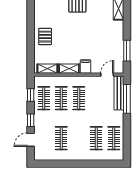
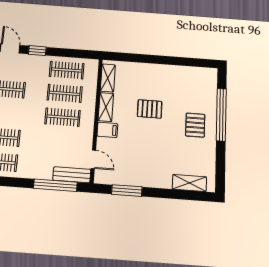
pallet: (45, 37) -> (150, 109), moved
bench: (119, 93) -> (72, 175), width x0.73
window: (31, 95) -> (73, 53), removed

